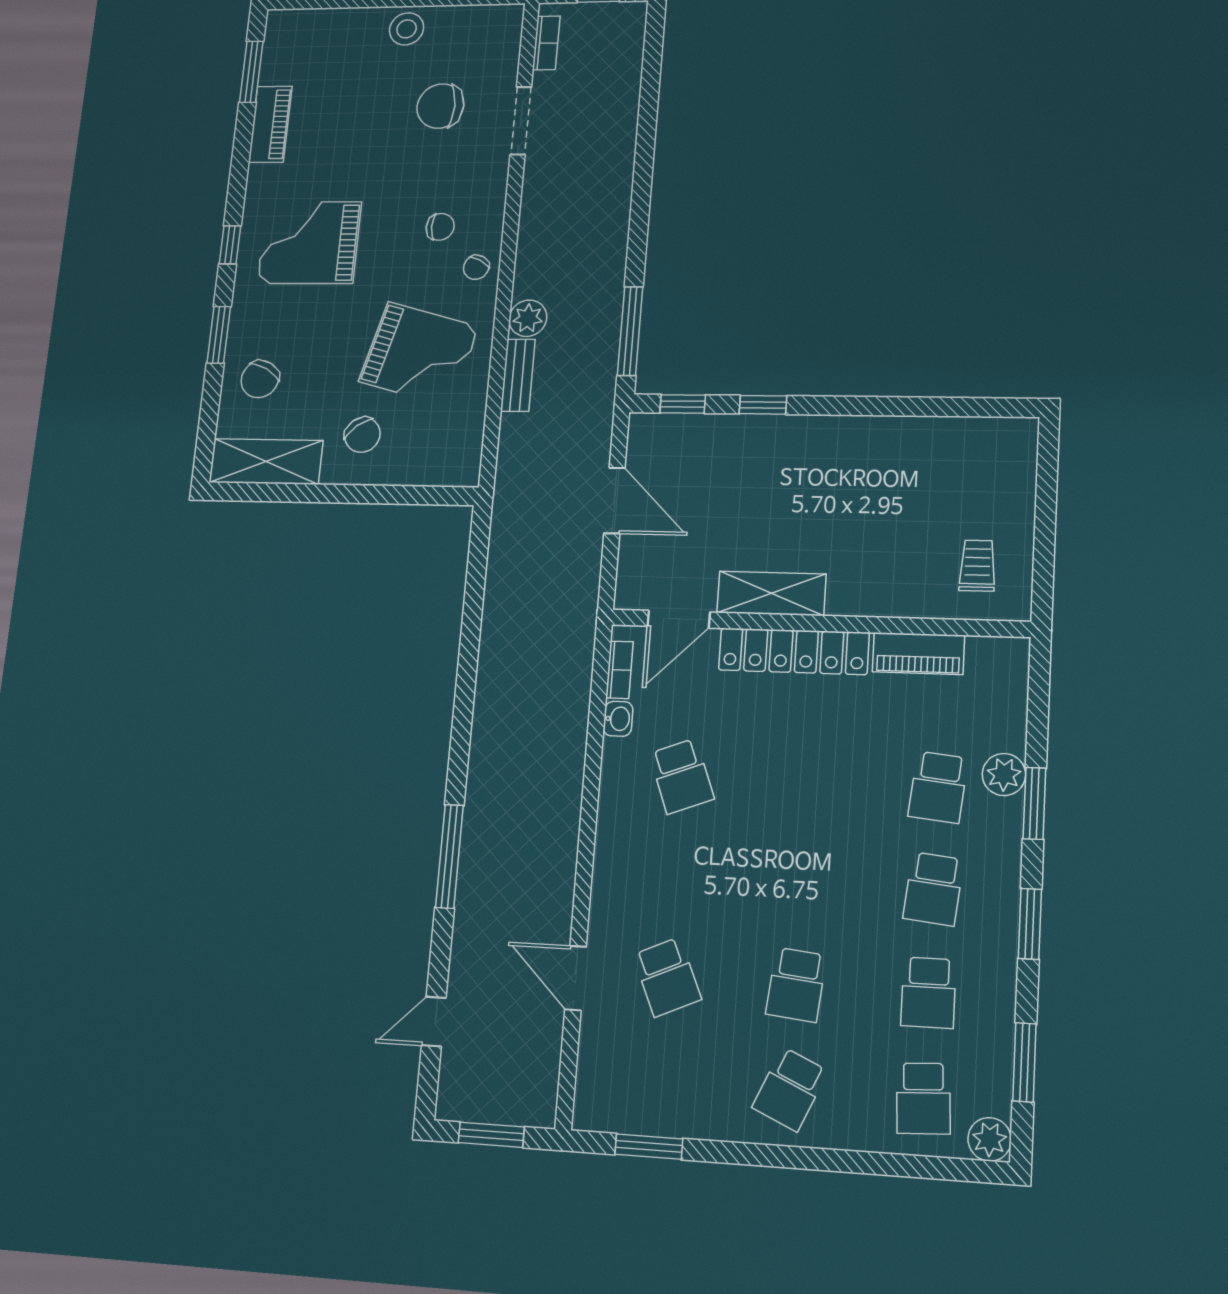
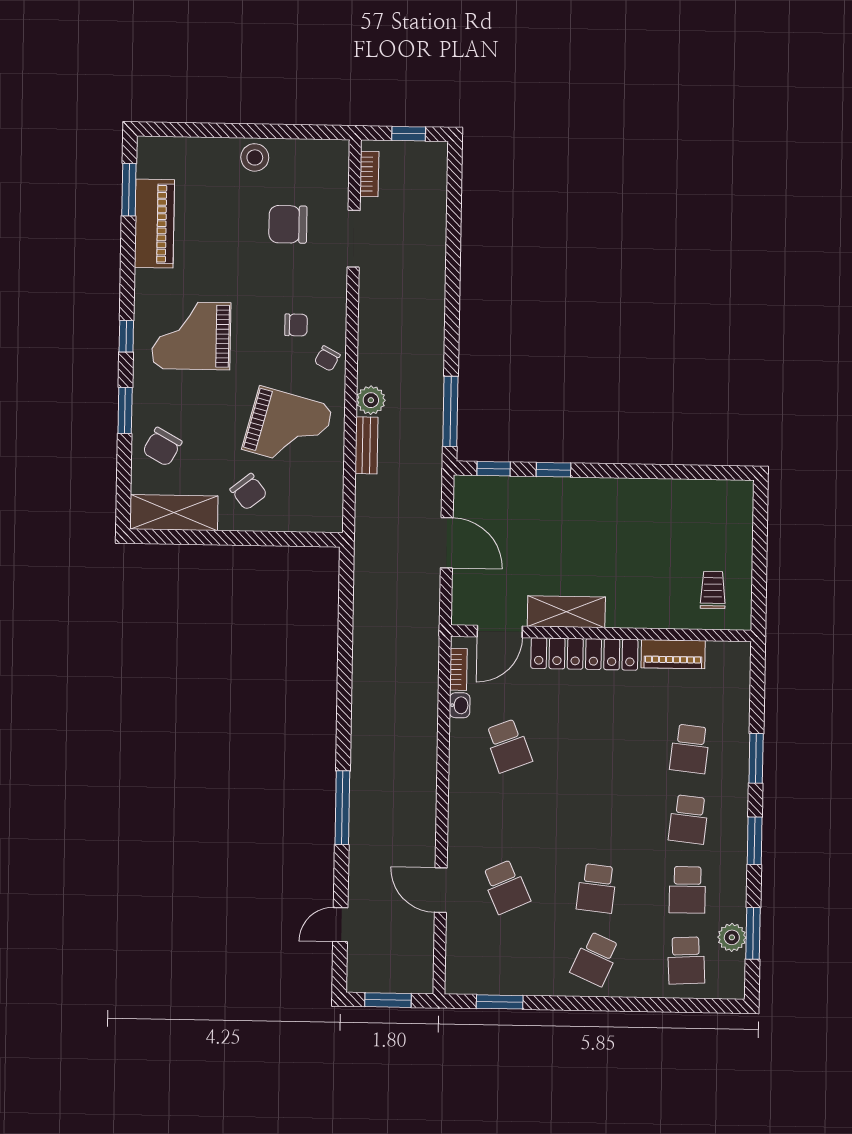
piano: (270, 124) -> (154, 224), width x1.37, depth x1.33
plant: (1004, 775) -> (735, 739), removed
plant: (990, 1139) -> (732, 937), moved

